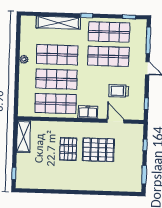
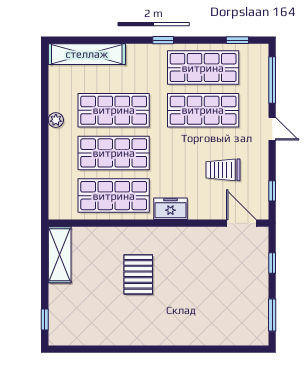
shelving: (58, 23) -> (87, 54), moved
door: (116, 121) -> (241, 223), moved
pallet: (98, 150) -> (191, 274), removed

